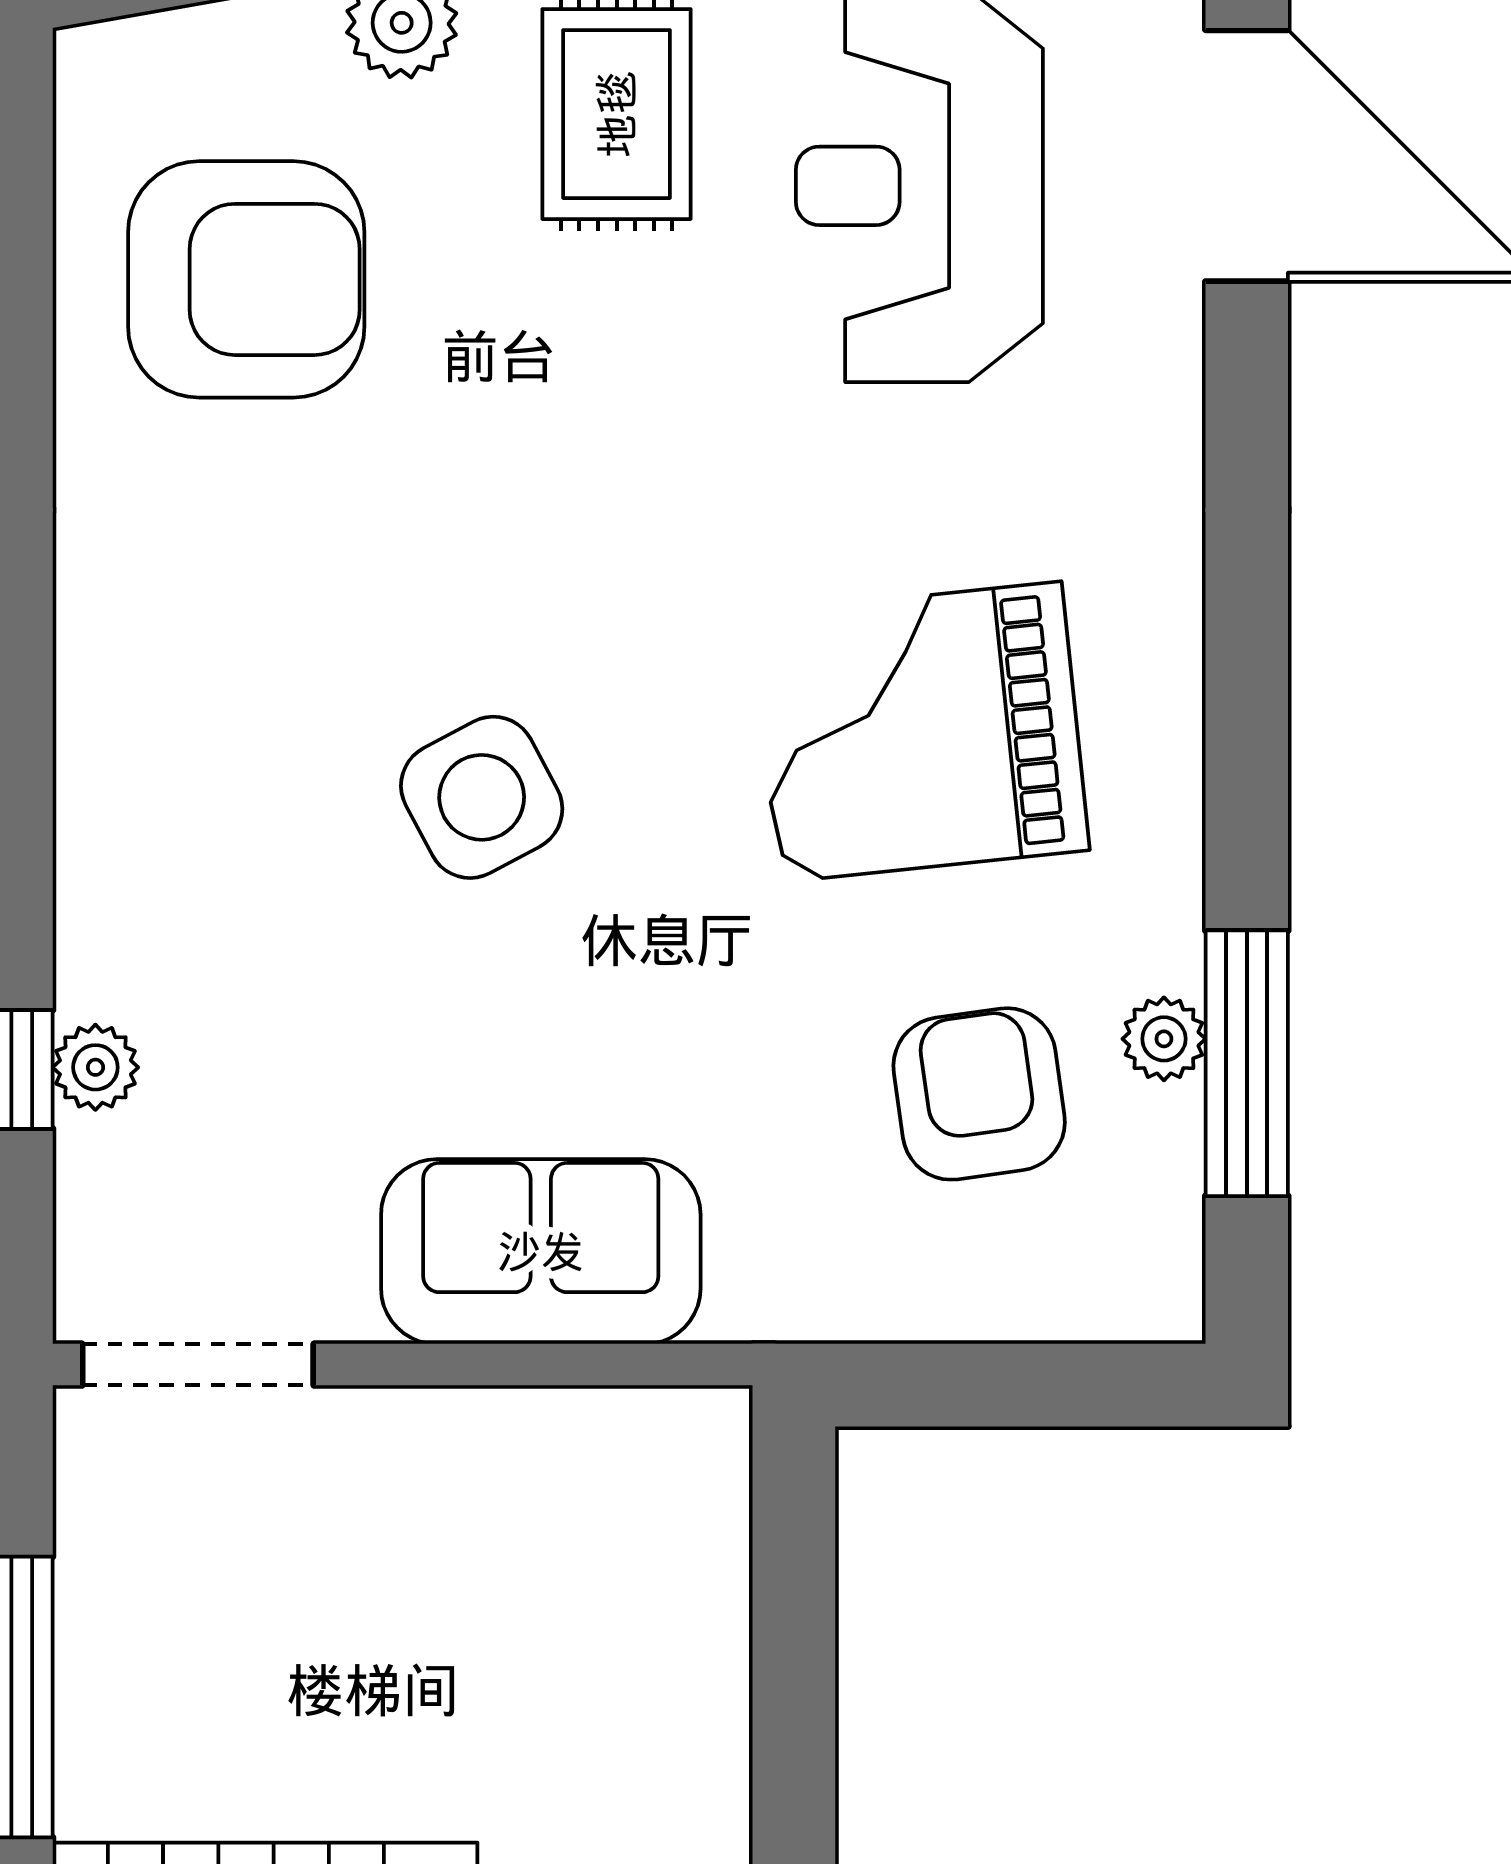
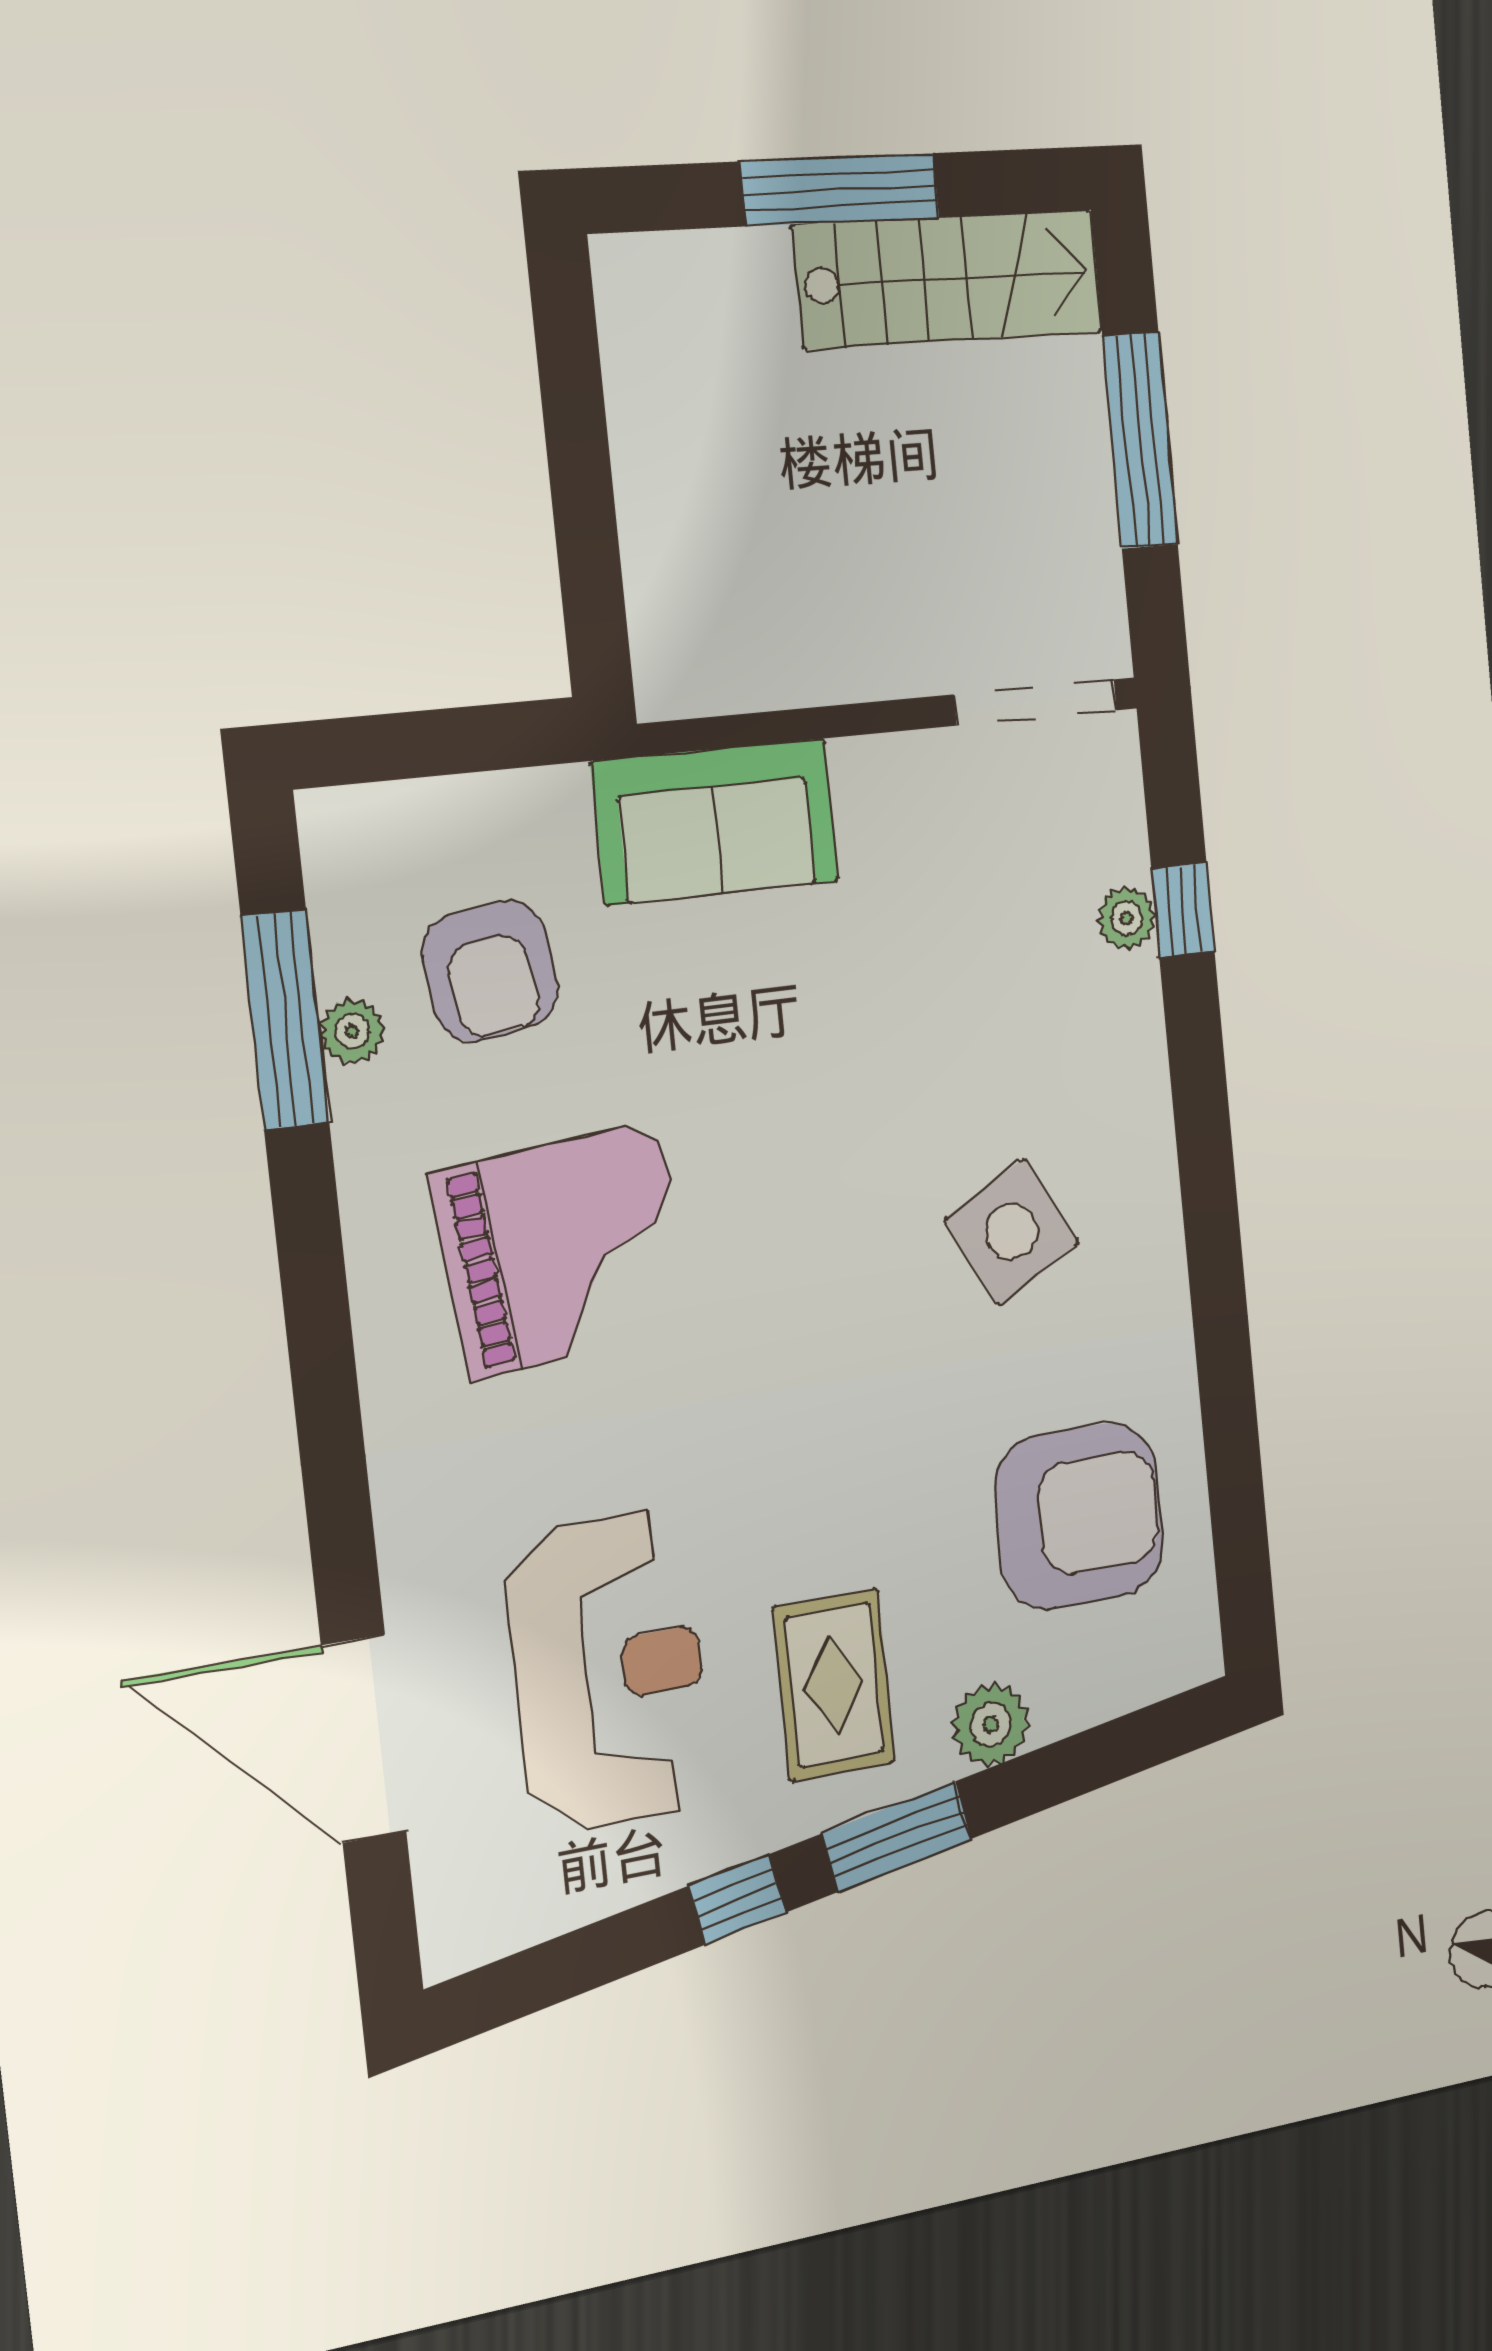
armchair: (246, 279) -> (1079, 1516), turned 180
side table: (482, 797) -> (1011, 1232), moved
sofa: (541, 1252) -> (716, 822), moved

